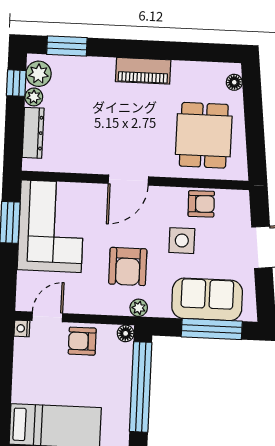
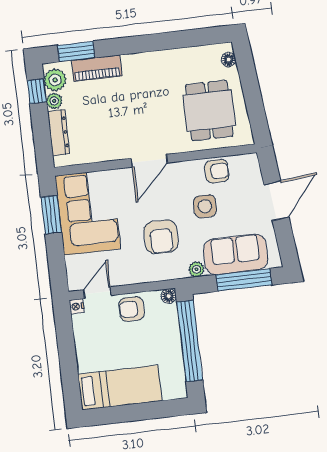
piano: (143, 71) -> (97, 68), moved
plant: (139, 308) -> (196, 269), moved

